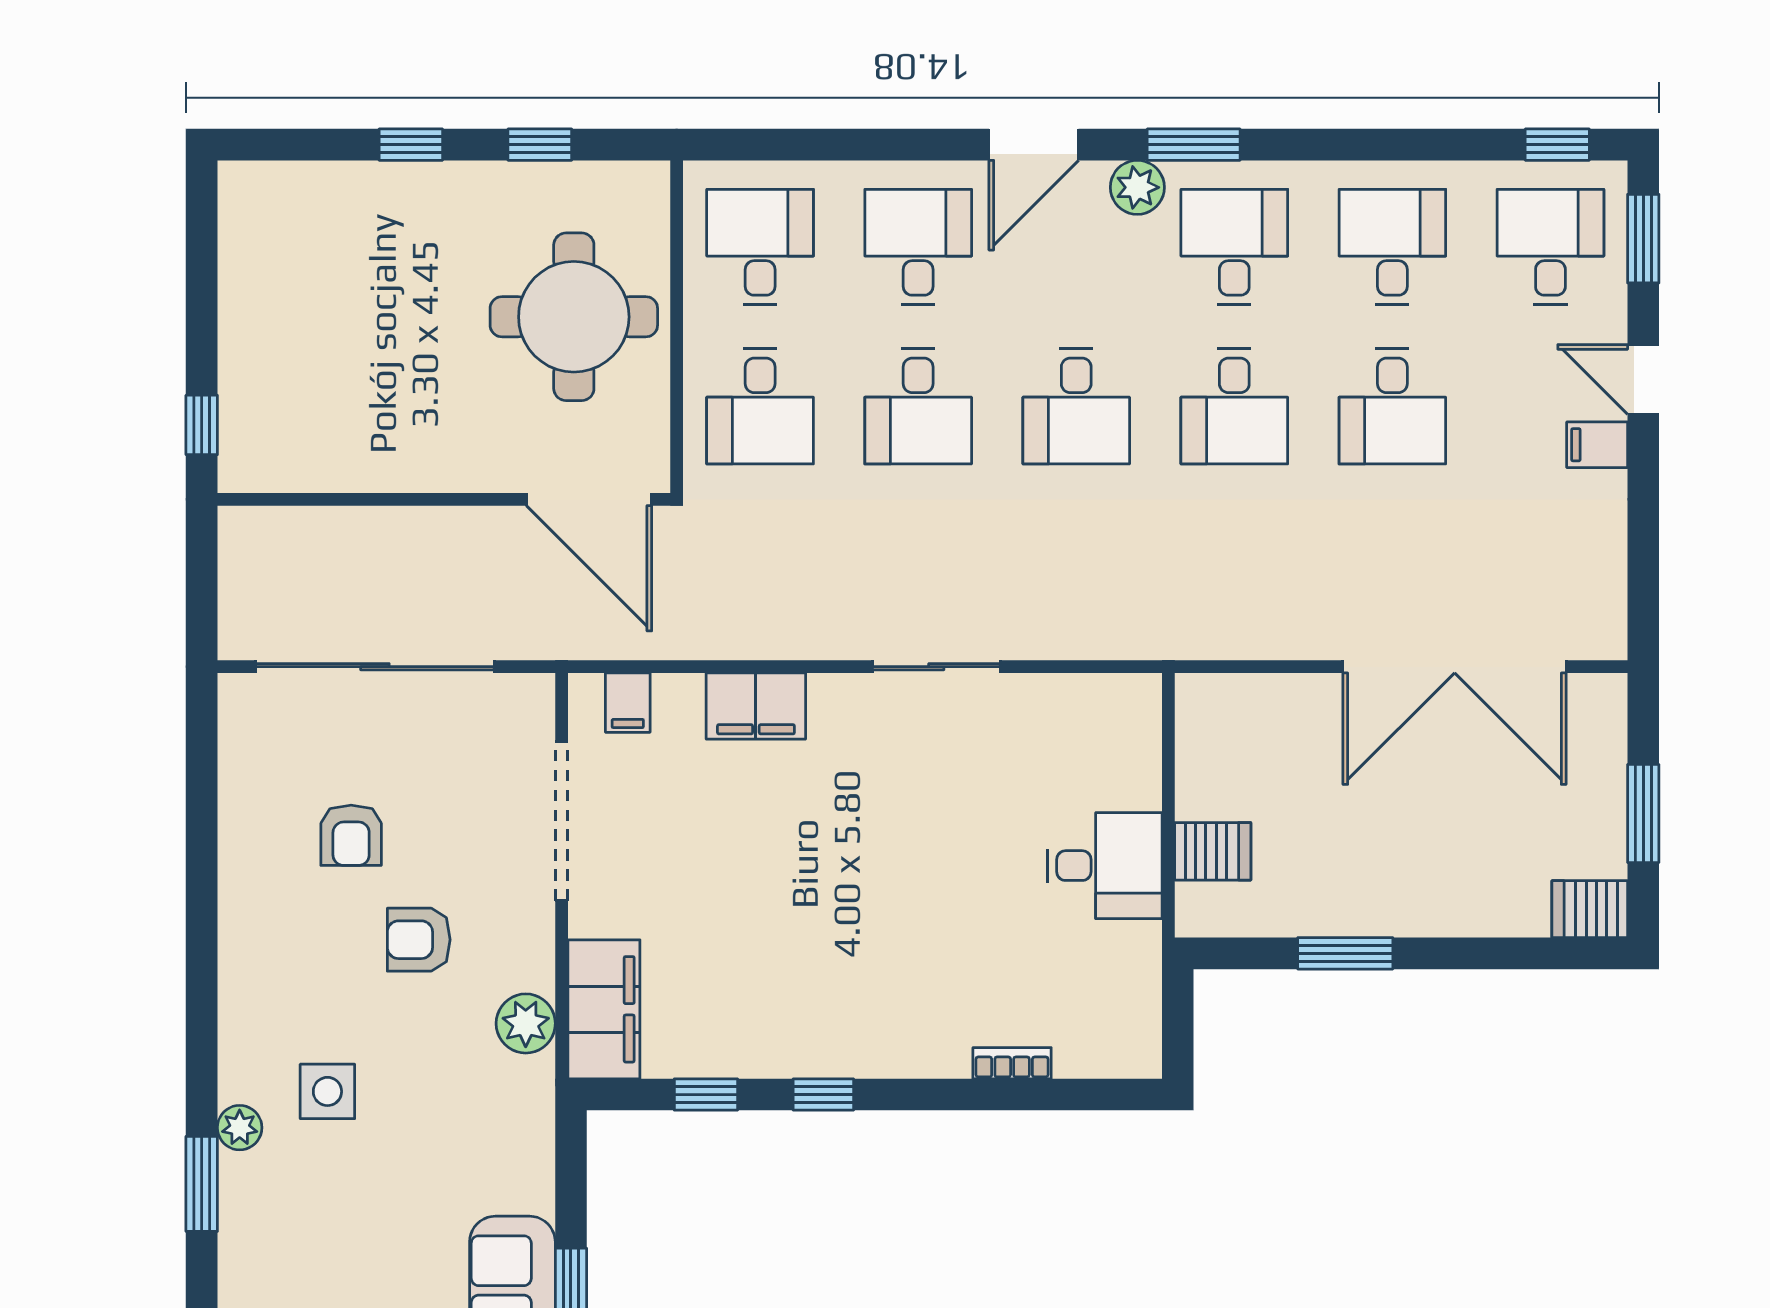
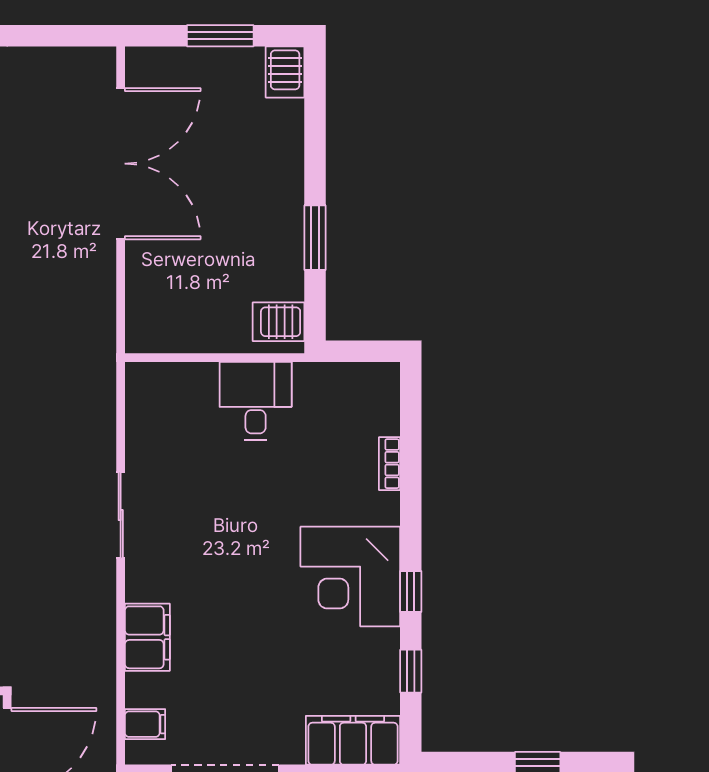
server rack: (1213, 851) -> (279, 322), moved, turned -90
corner desk: (845, 1005) -> (350, 577), added

